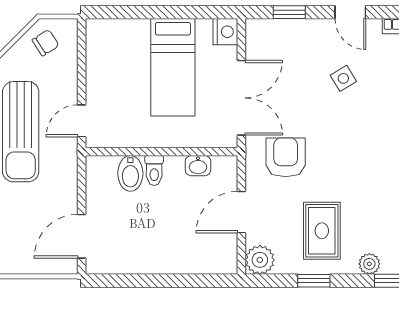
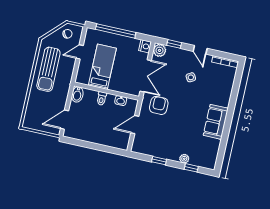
window: (152, 12) -> (116, 31), added
bed: (173, 67) -> (102, 67), moved, turned 180
door: (82, 121) -> (80, 52), moved
bidet: (130, 173) -> (77, 94), moved
rug: (322, 231) -> (167, 140), removed
plant: (260, 260) -> (160, 50), moved

